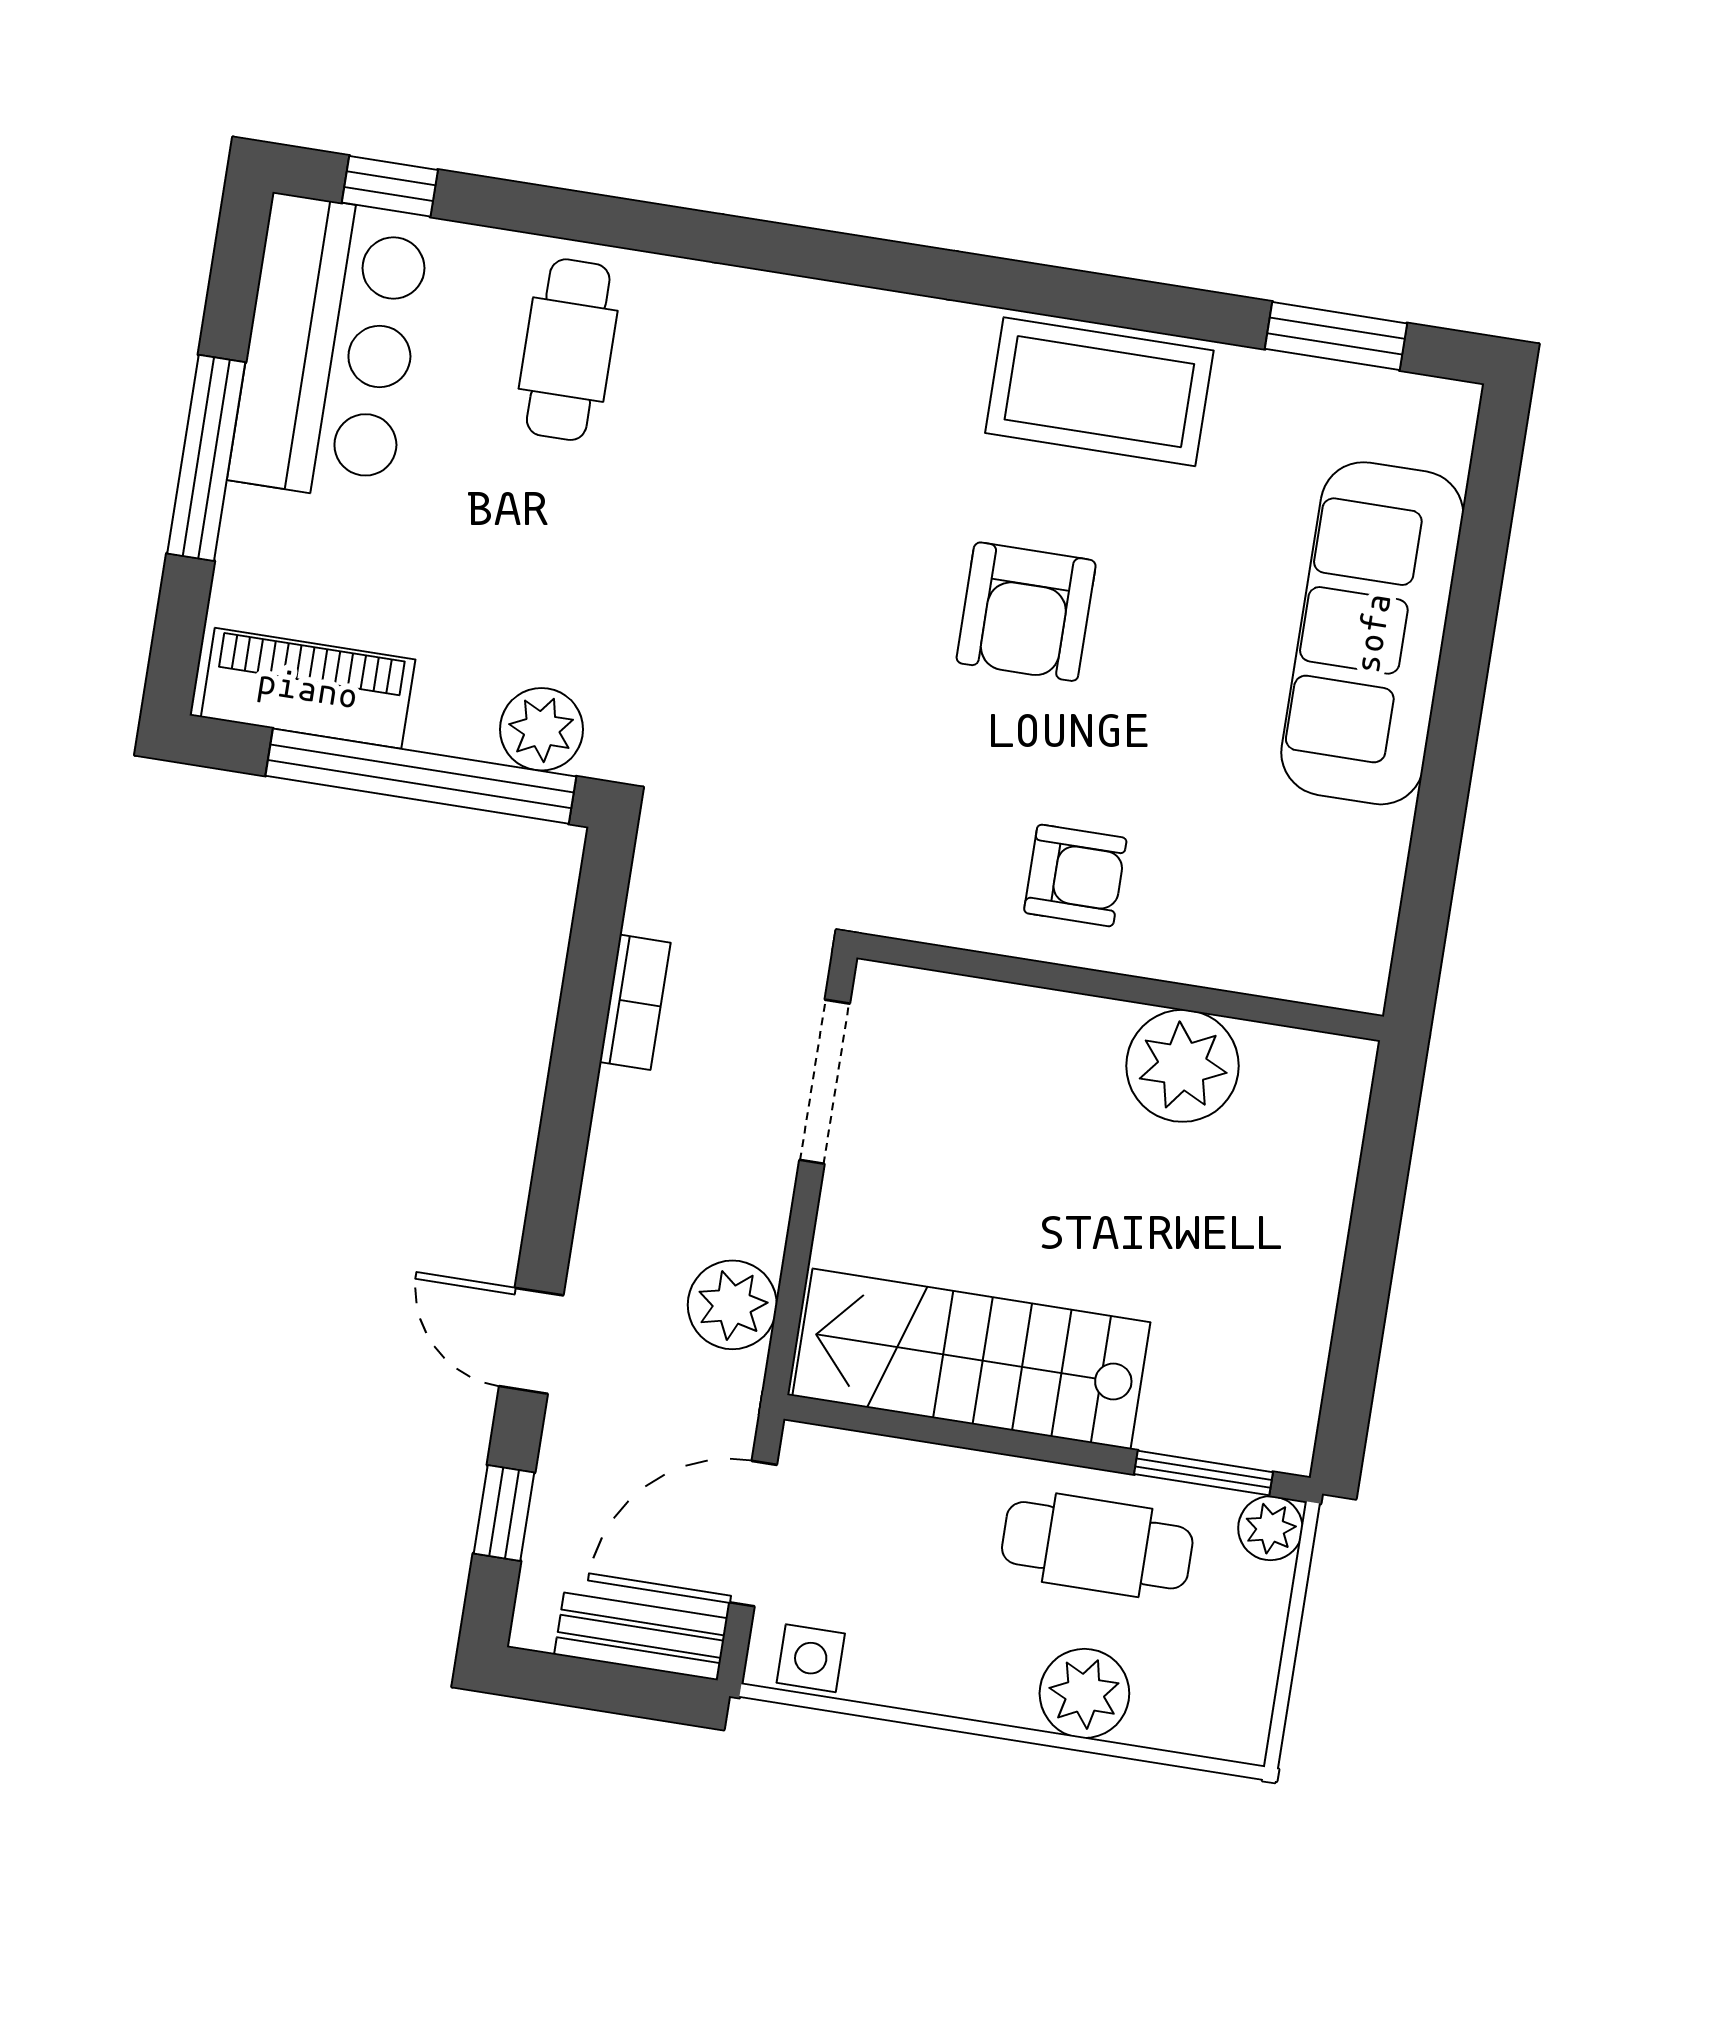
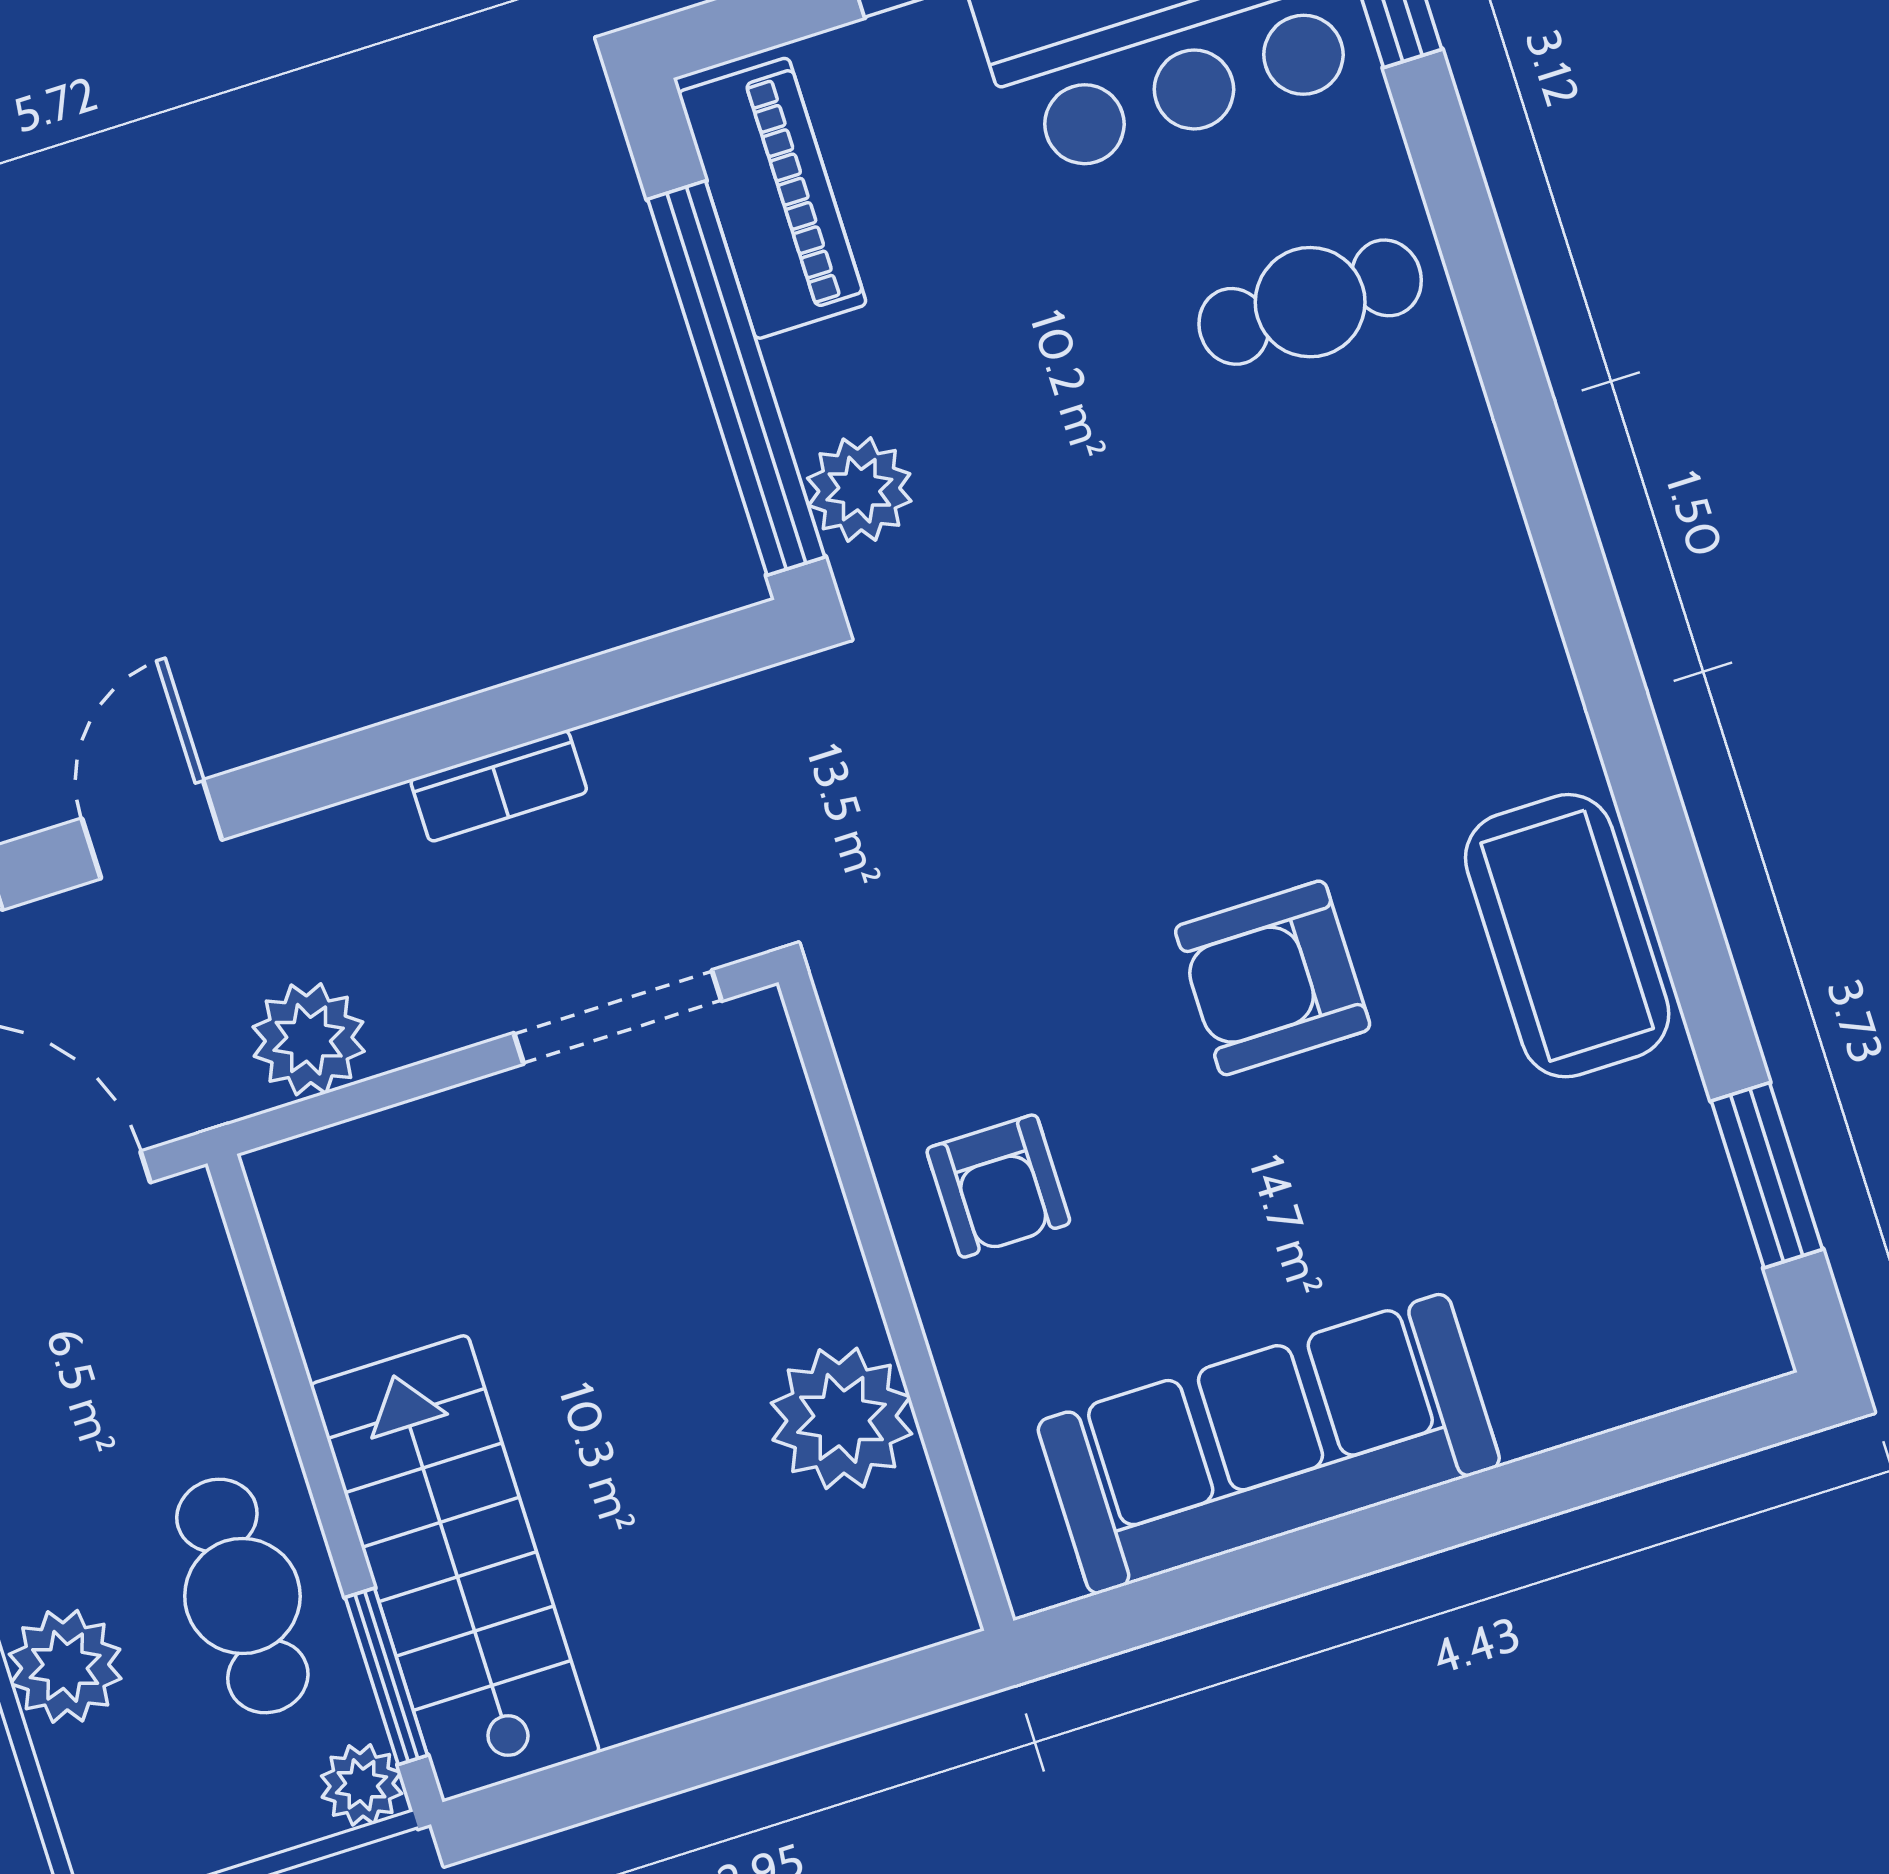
sofa: (1372, 633) -> (1269, 1444), moved
bookcase: (635, 1002) -> (499, 786), moved
stairs: (971, 1359) -> (455, 1568), moved

